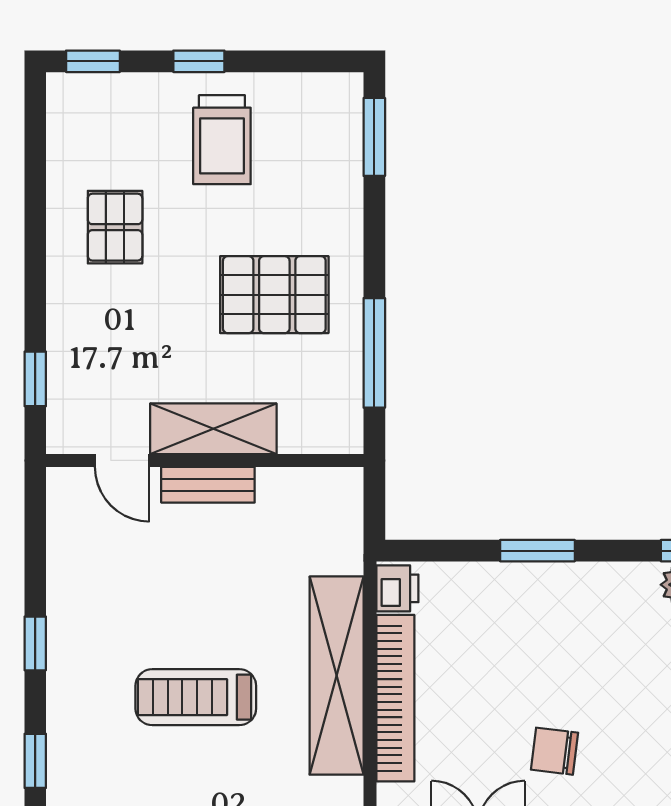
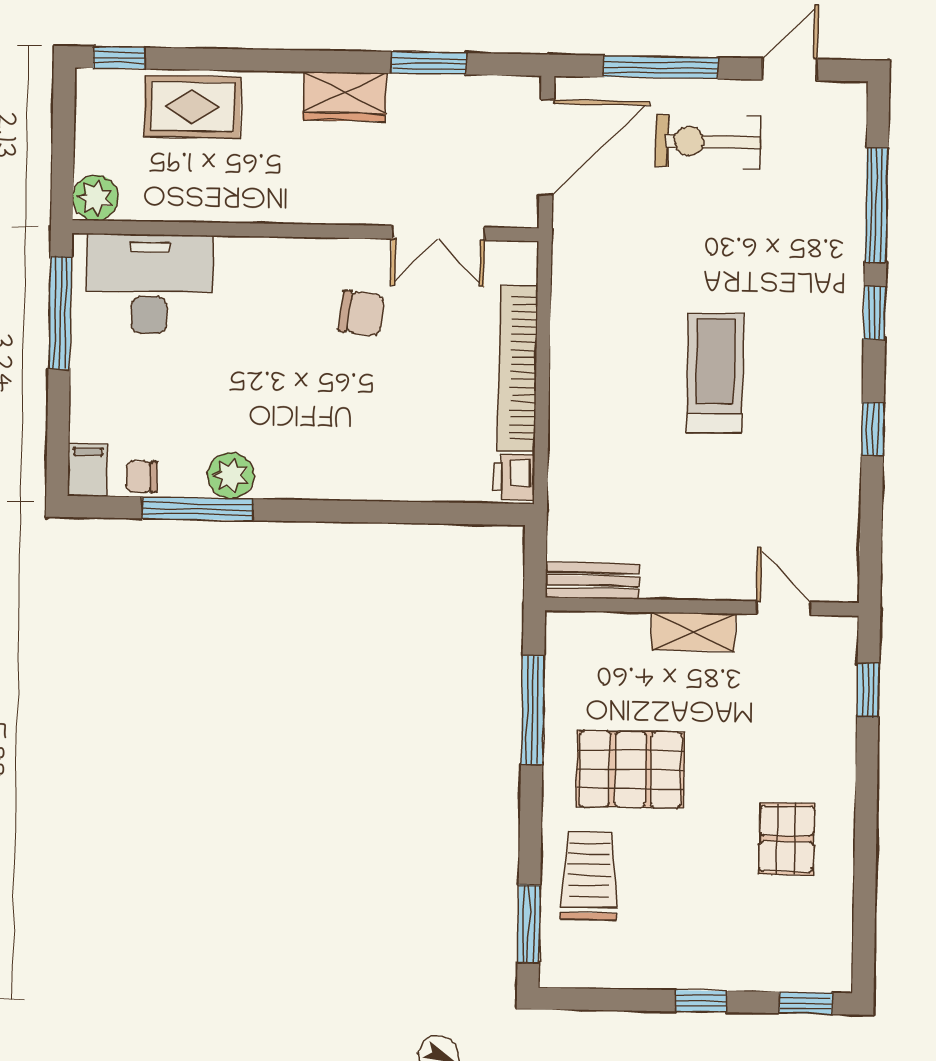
trolley: (222, 140) -> (589, 876), moved
shelving: (213, 429) -> (693, 632), width x0.67, depth x0.75
bench: (208, 485) -> (593, 581), moved
window: (537, 551) -> (375, 512), removed
shelving: (337, 676) -> (575, 392), removed
treadmill: (196, 697) -> (715, 373), turned -90

